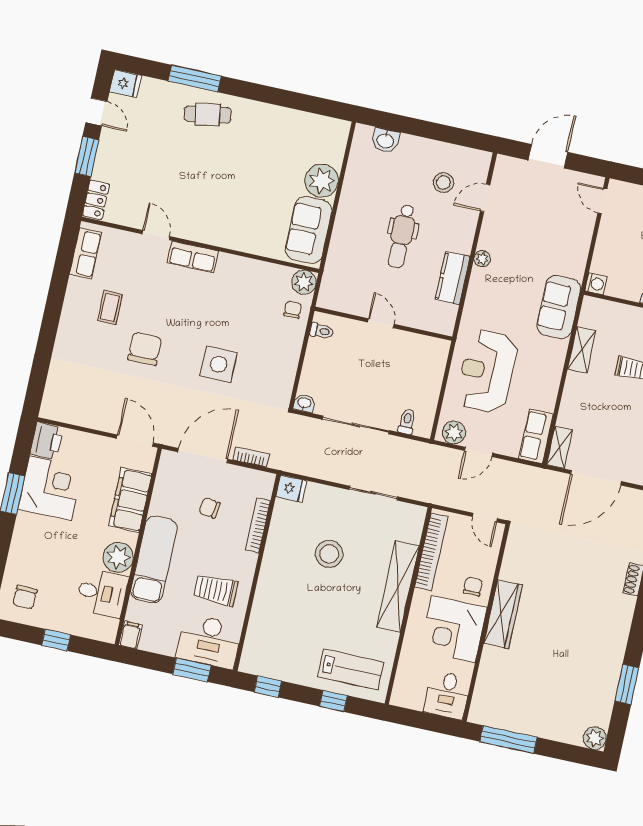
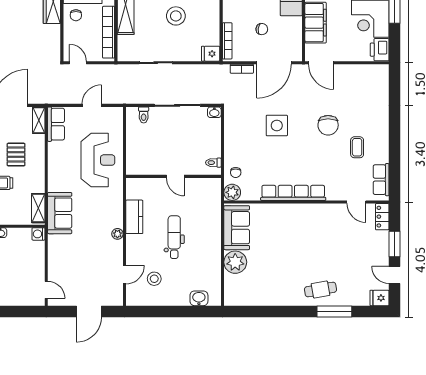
door: (156, 235) -> (356, 202), moved
row of seats: (193, 257) -> (293, 193), width x2.02
shelving: (582, 350) -> (38, 208), moved
pallet: (603, 405) -> (16, 155), added
plant: (454, 433) -> (111, 115), removed
bookcase: (258, 525) -> (227, 41), moved

